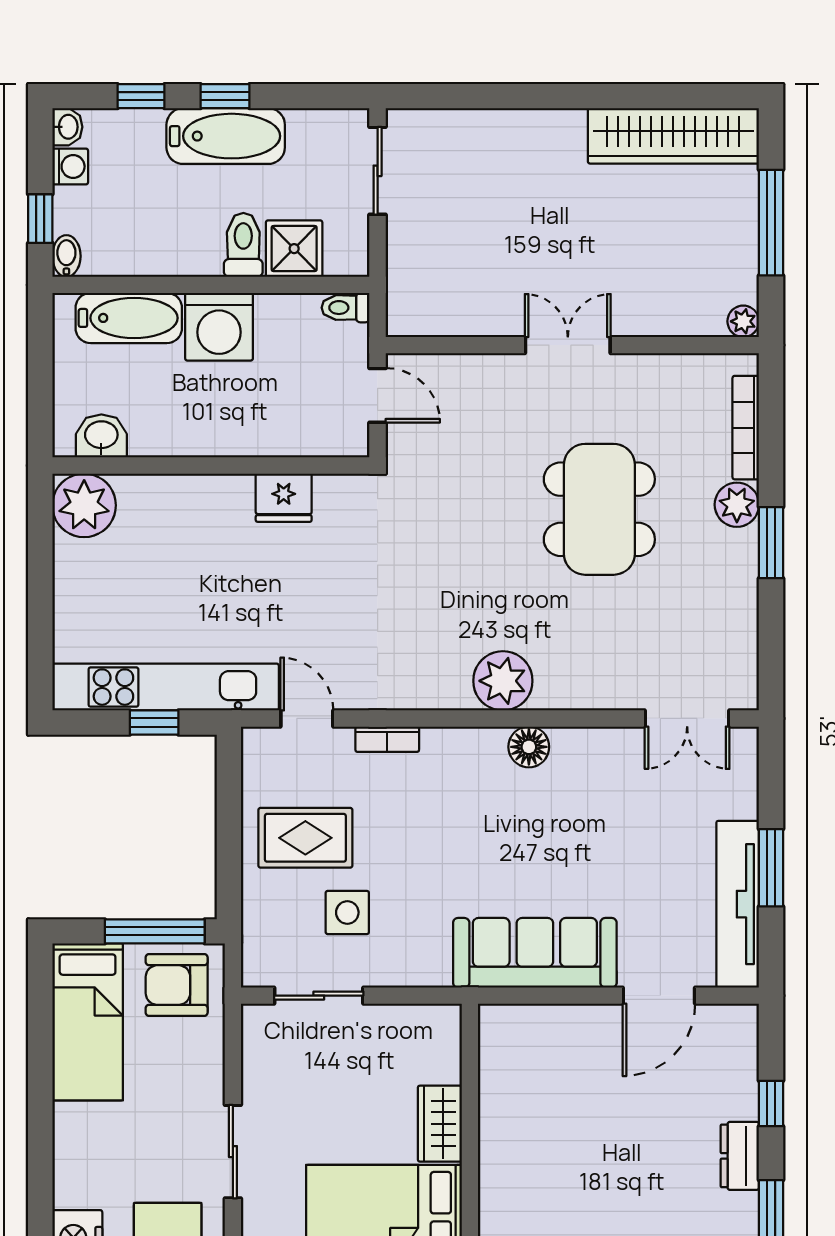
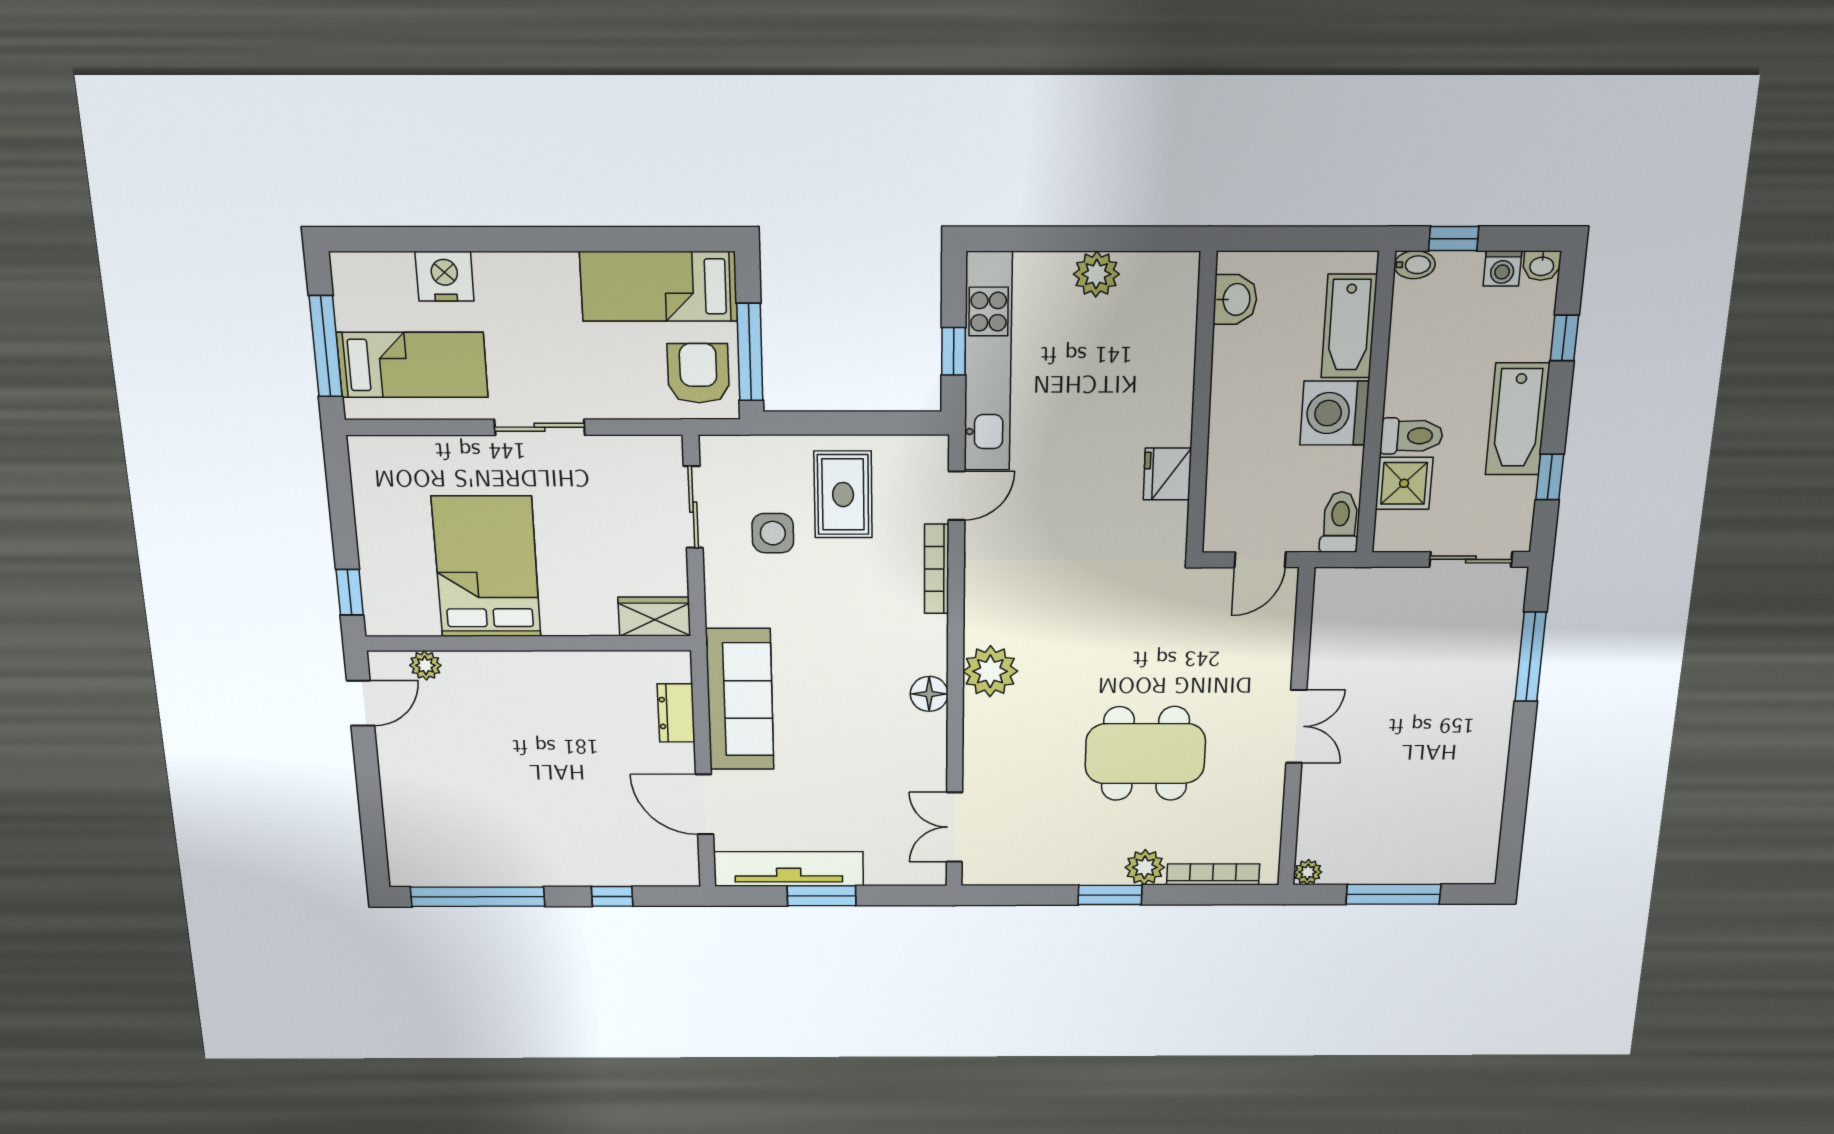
window: (225, 96) -> (1550, 477), moved
window: (488, 96) -> (1531, 657), added
wardrobe: (673, 136) -> (1478, 815), removed
toilet: (346, 308) -> (1340, 522), width x1.37, depth x1.39
plant: (84, 505) -> (1096, 274), moved, width x0.73, depth x0.73
bookcase: (387, 739) -> (937, 569), width x1.56
wardrobe: (440, 1124) -> (654, 617), moved
dresser: (740, 1156) -> (676, 713), moved, turned -90

